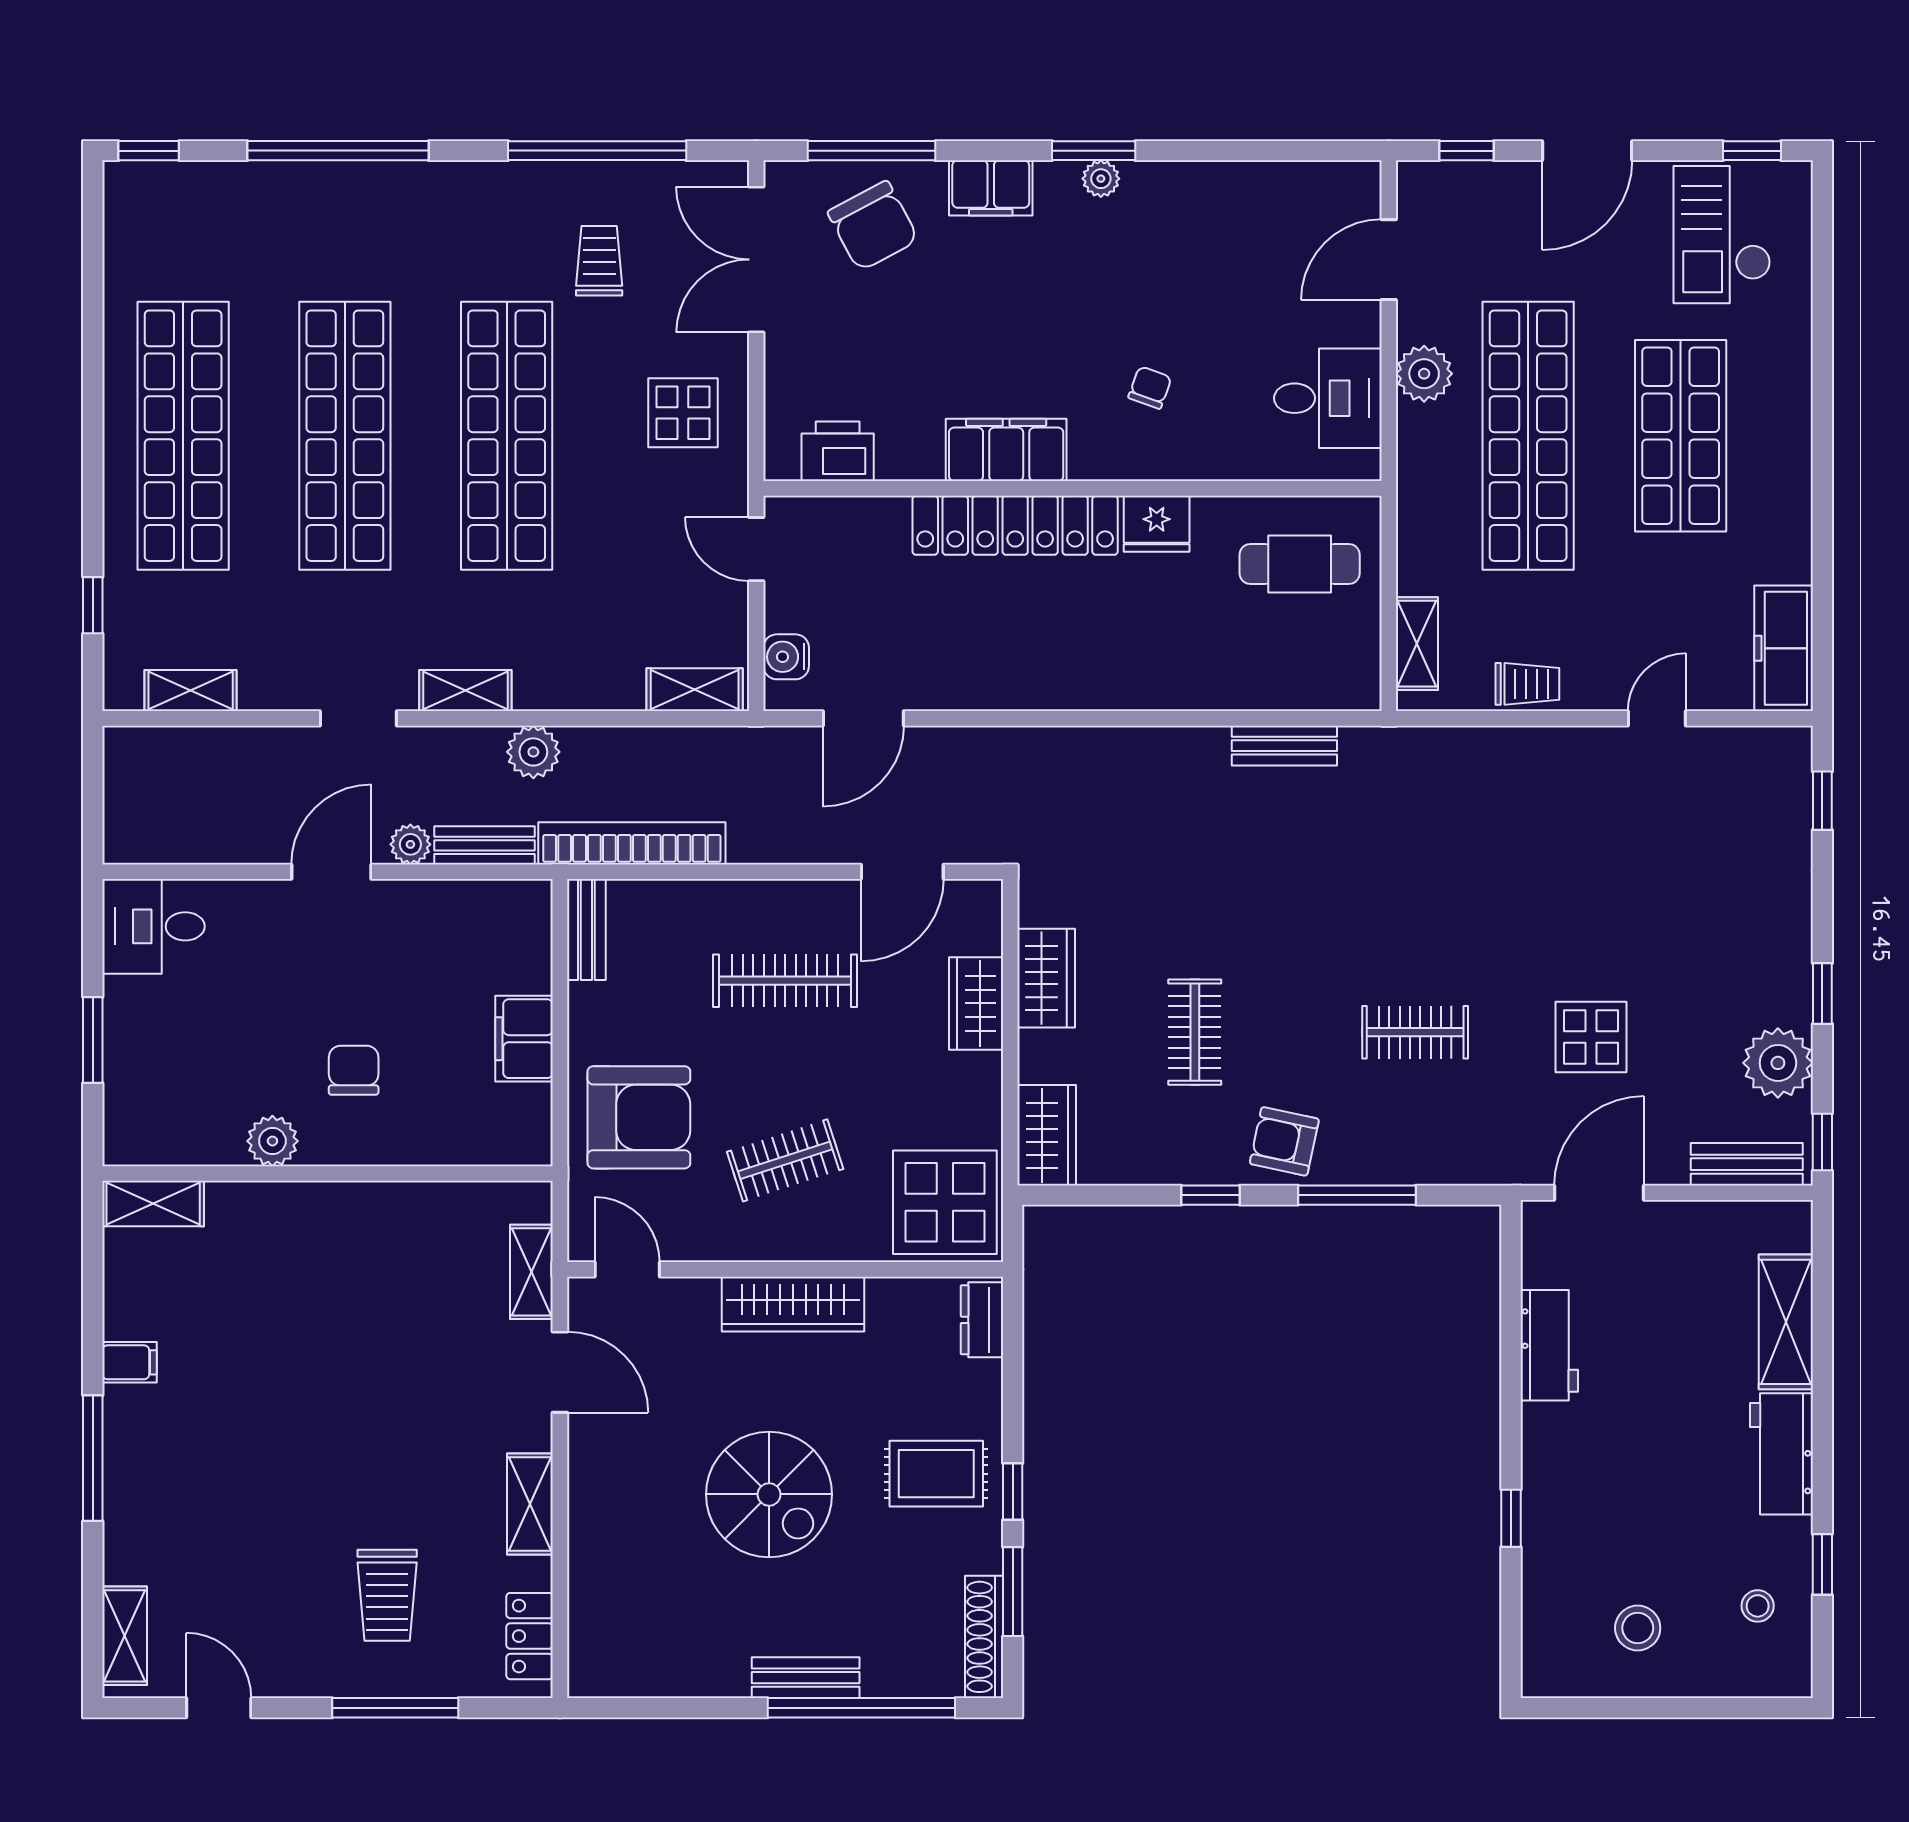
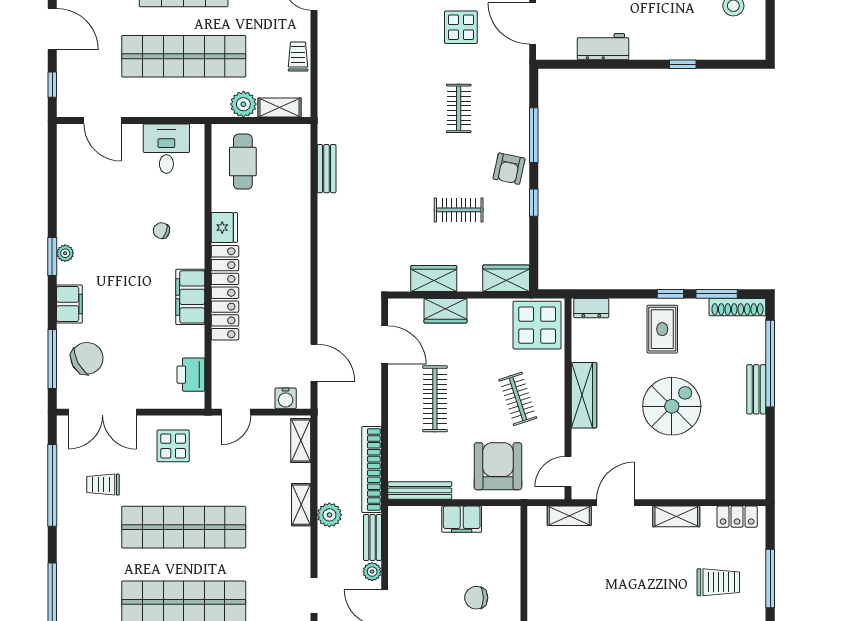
plant: (1424, 374) -> (243, 104), moved
shelving: (465, 690) -> (301, 505), moved
bench: (586, 930) -> (420, 490), width x1.36

